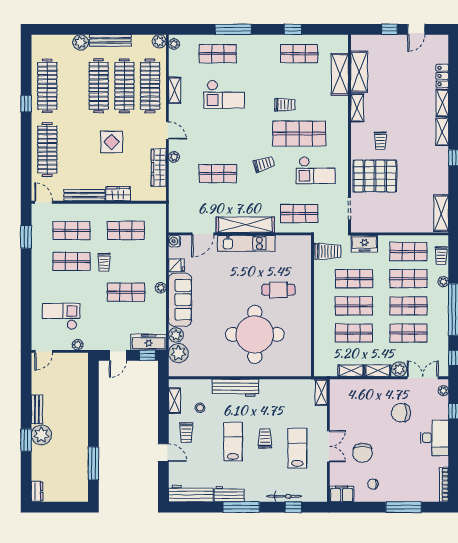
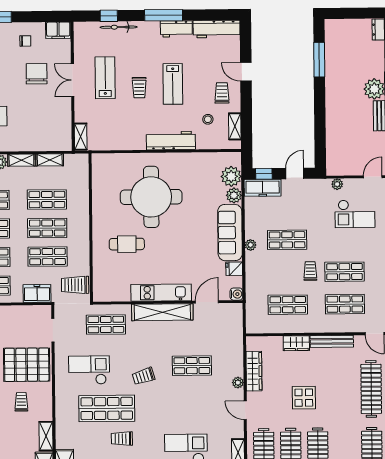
lab bench: (297, 448) -> (105, 78), turned 180

